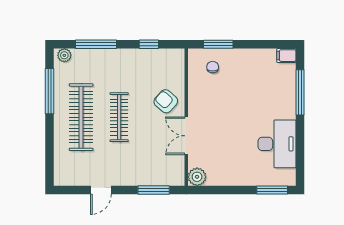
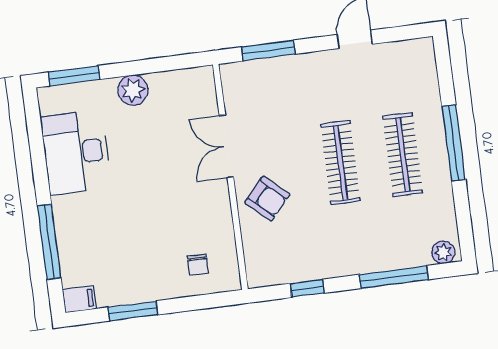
window: (218, 44) -> (133, 311), moved
window: (50, 91) -> (454, 143), moved
clothes rail: (81, 117) -> (403, 154), width x0.73, depth x0.76
double door: (186, 136) -> (226, 146), swing flipped
plant: (197, 177) -> (133, 90), moved

